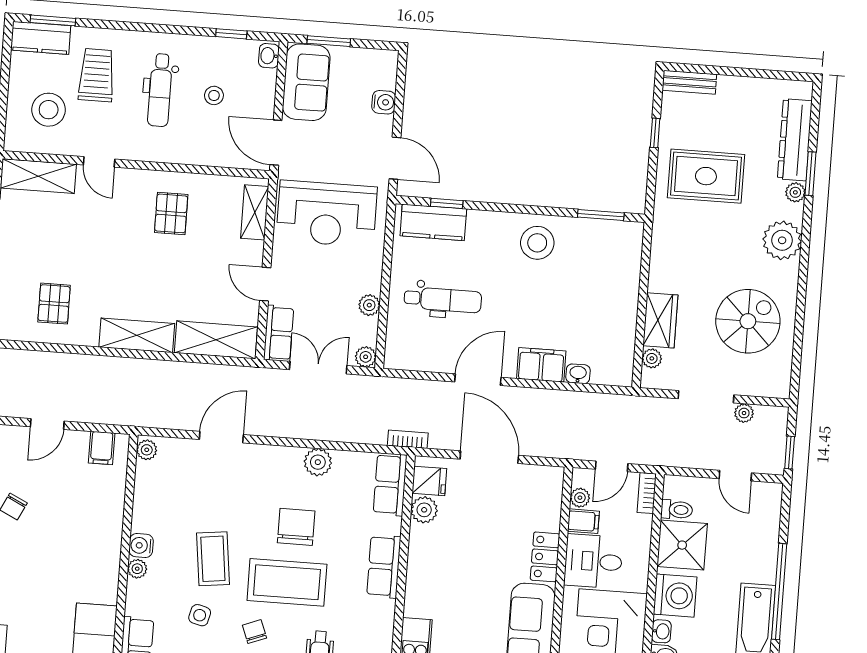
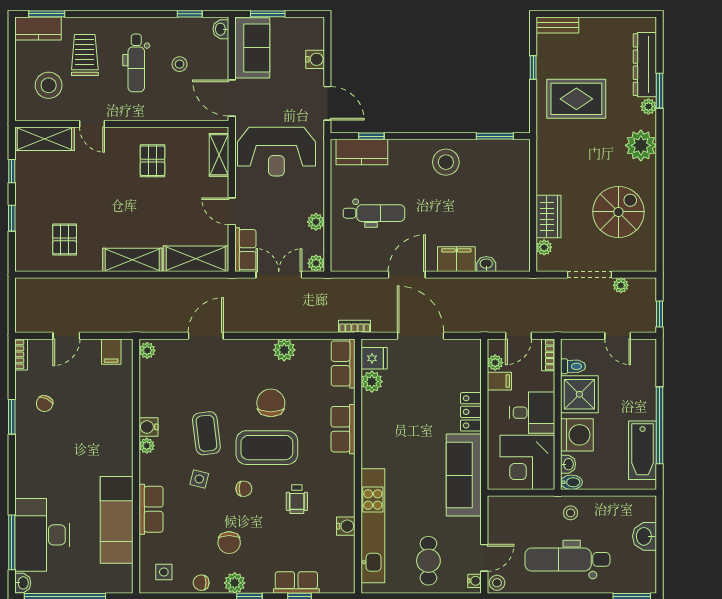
desk: (593, 561) -> (532, 413), moved, turned 180
chair: (254, 632) -> (244, 489), turned 111

